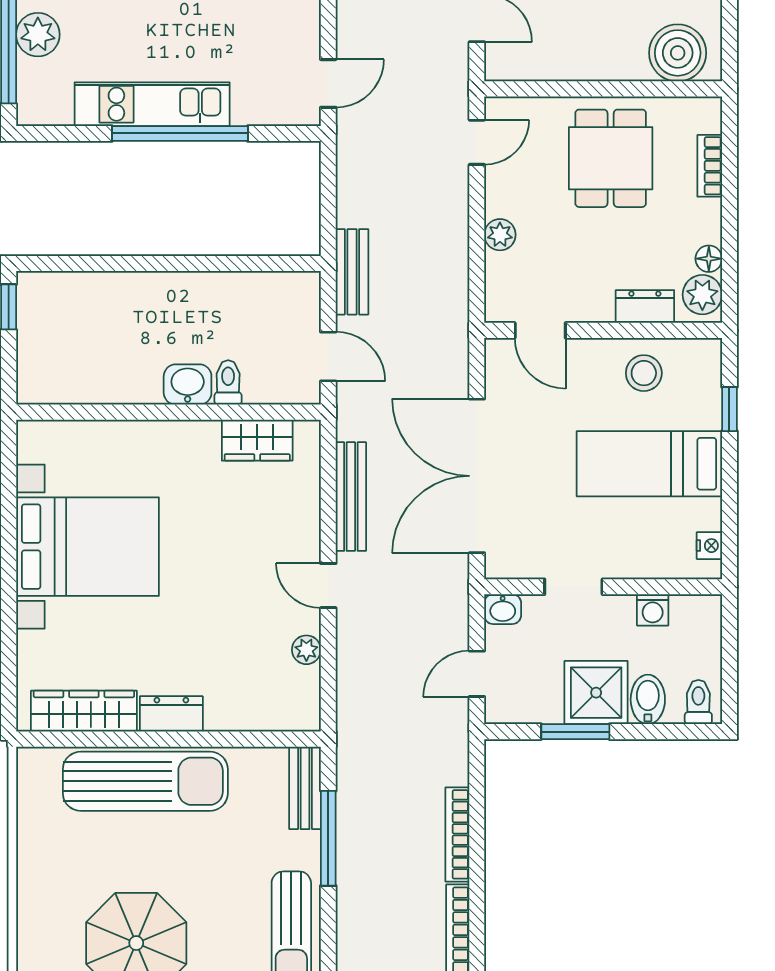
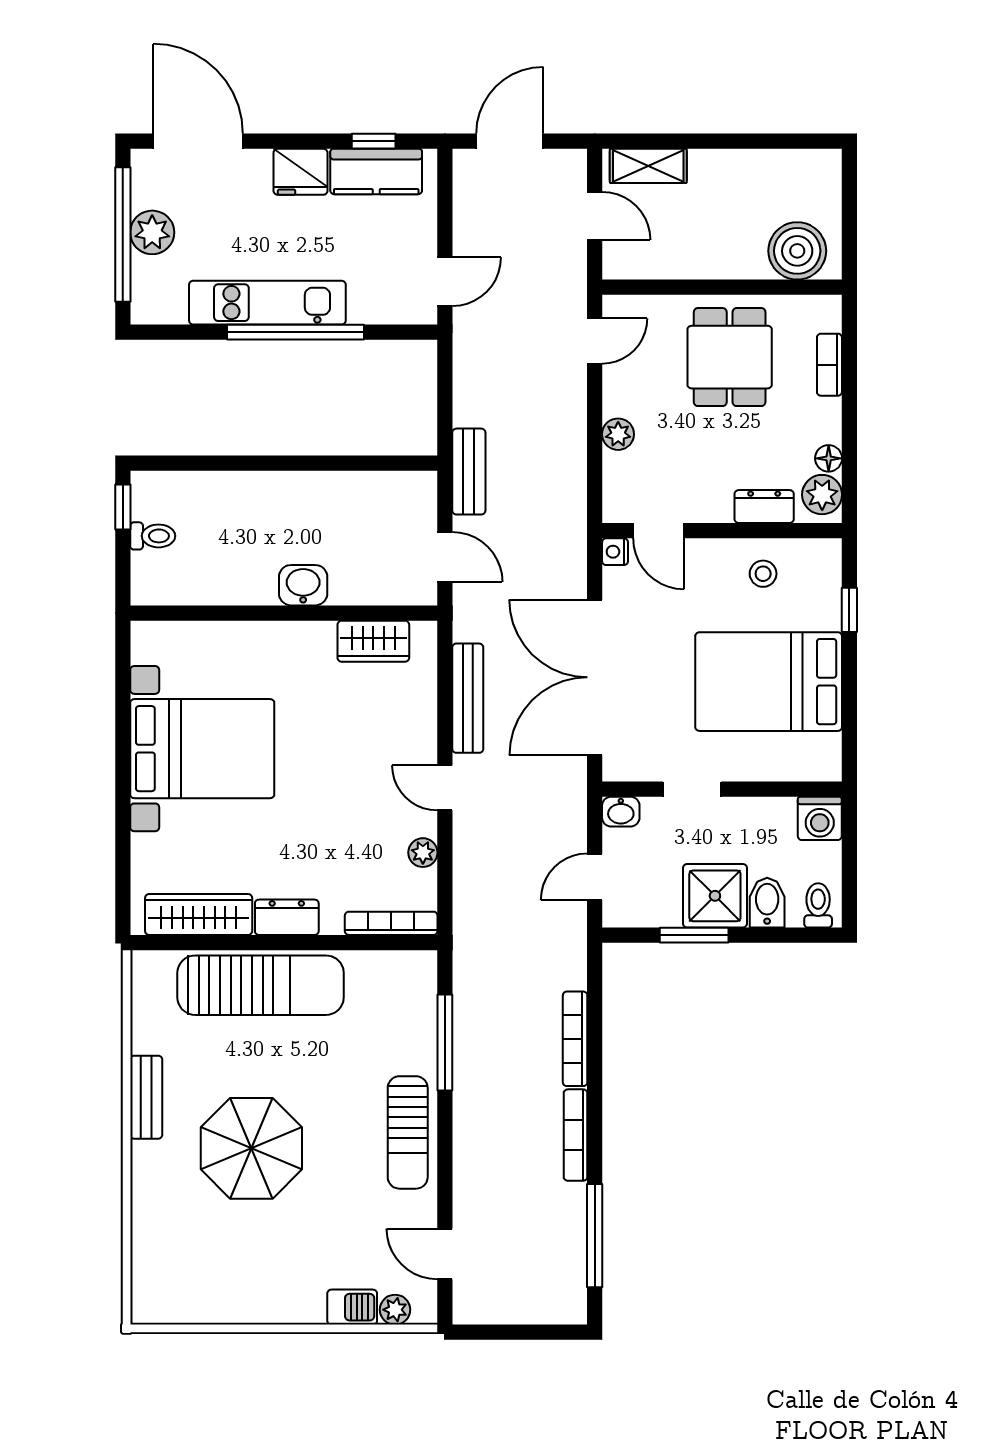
stool: (644, 373) -> (763, 574), width x0.73, depth x0.73
toilet: (228, 382) -> (153, 536), moved, turned 90
bed: (649, 464) -> (769, 682), width x1.50
nightstand: (709, 546) -> (615, 552), moved, turned 180
washing machine: (653, 610) -> (820, 818), moved, width x1.38, depth x1.38
bookcase: (275, 720) -> (391, 923), added
bench: (305, 788) -> (146, 1097), moved

